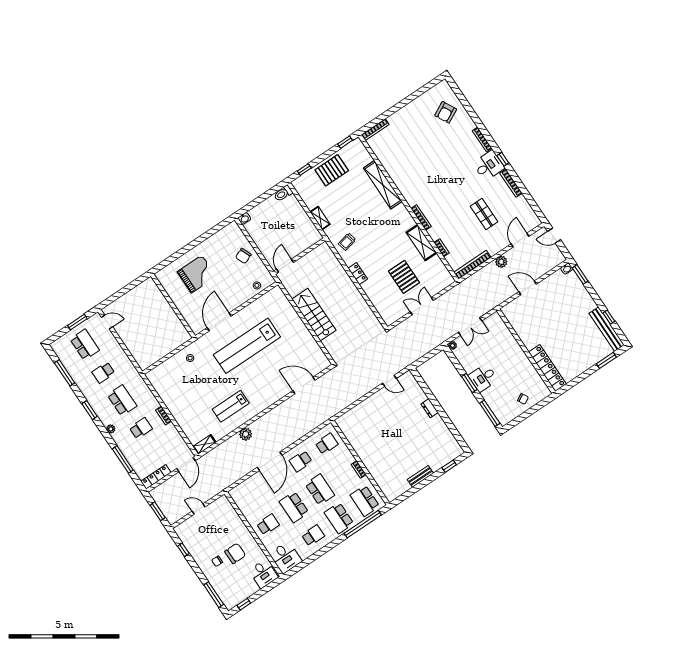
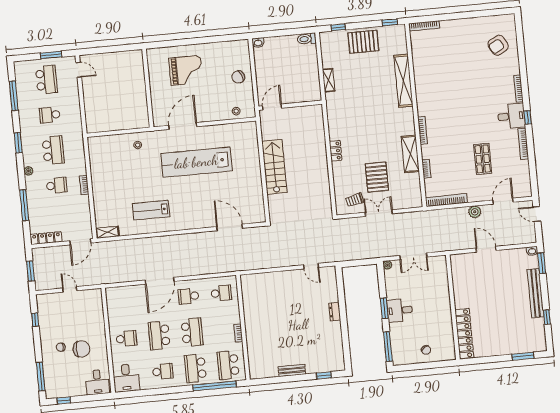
trolley: (347, 242) -> (355, 200), moved
bench: (607, 329) -> (536, 293), moved
plant: (246, 434) -> (151, 244), removed

